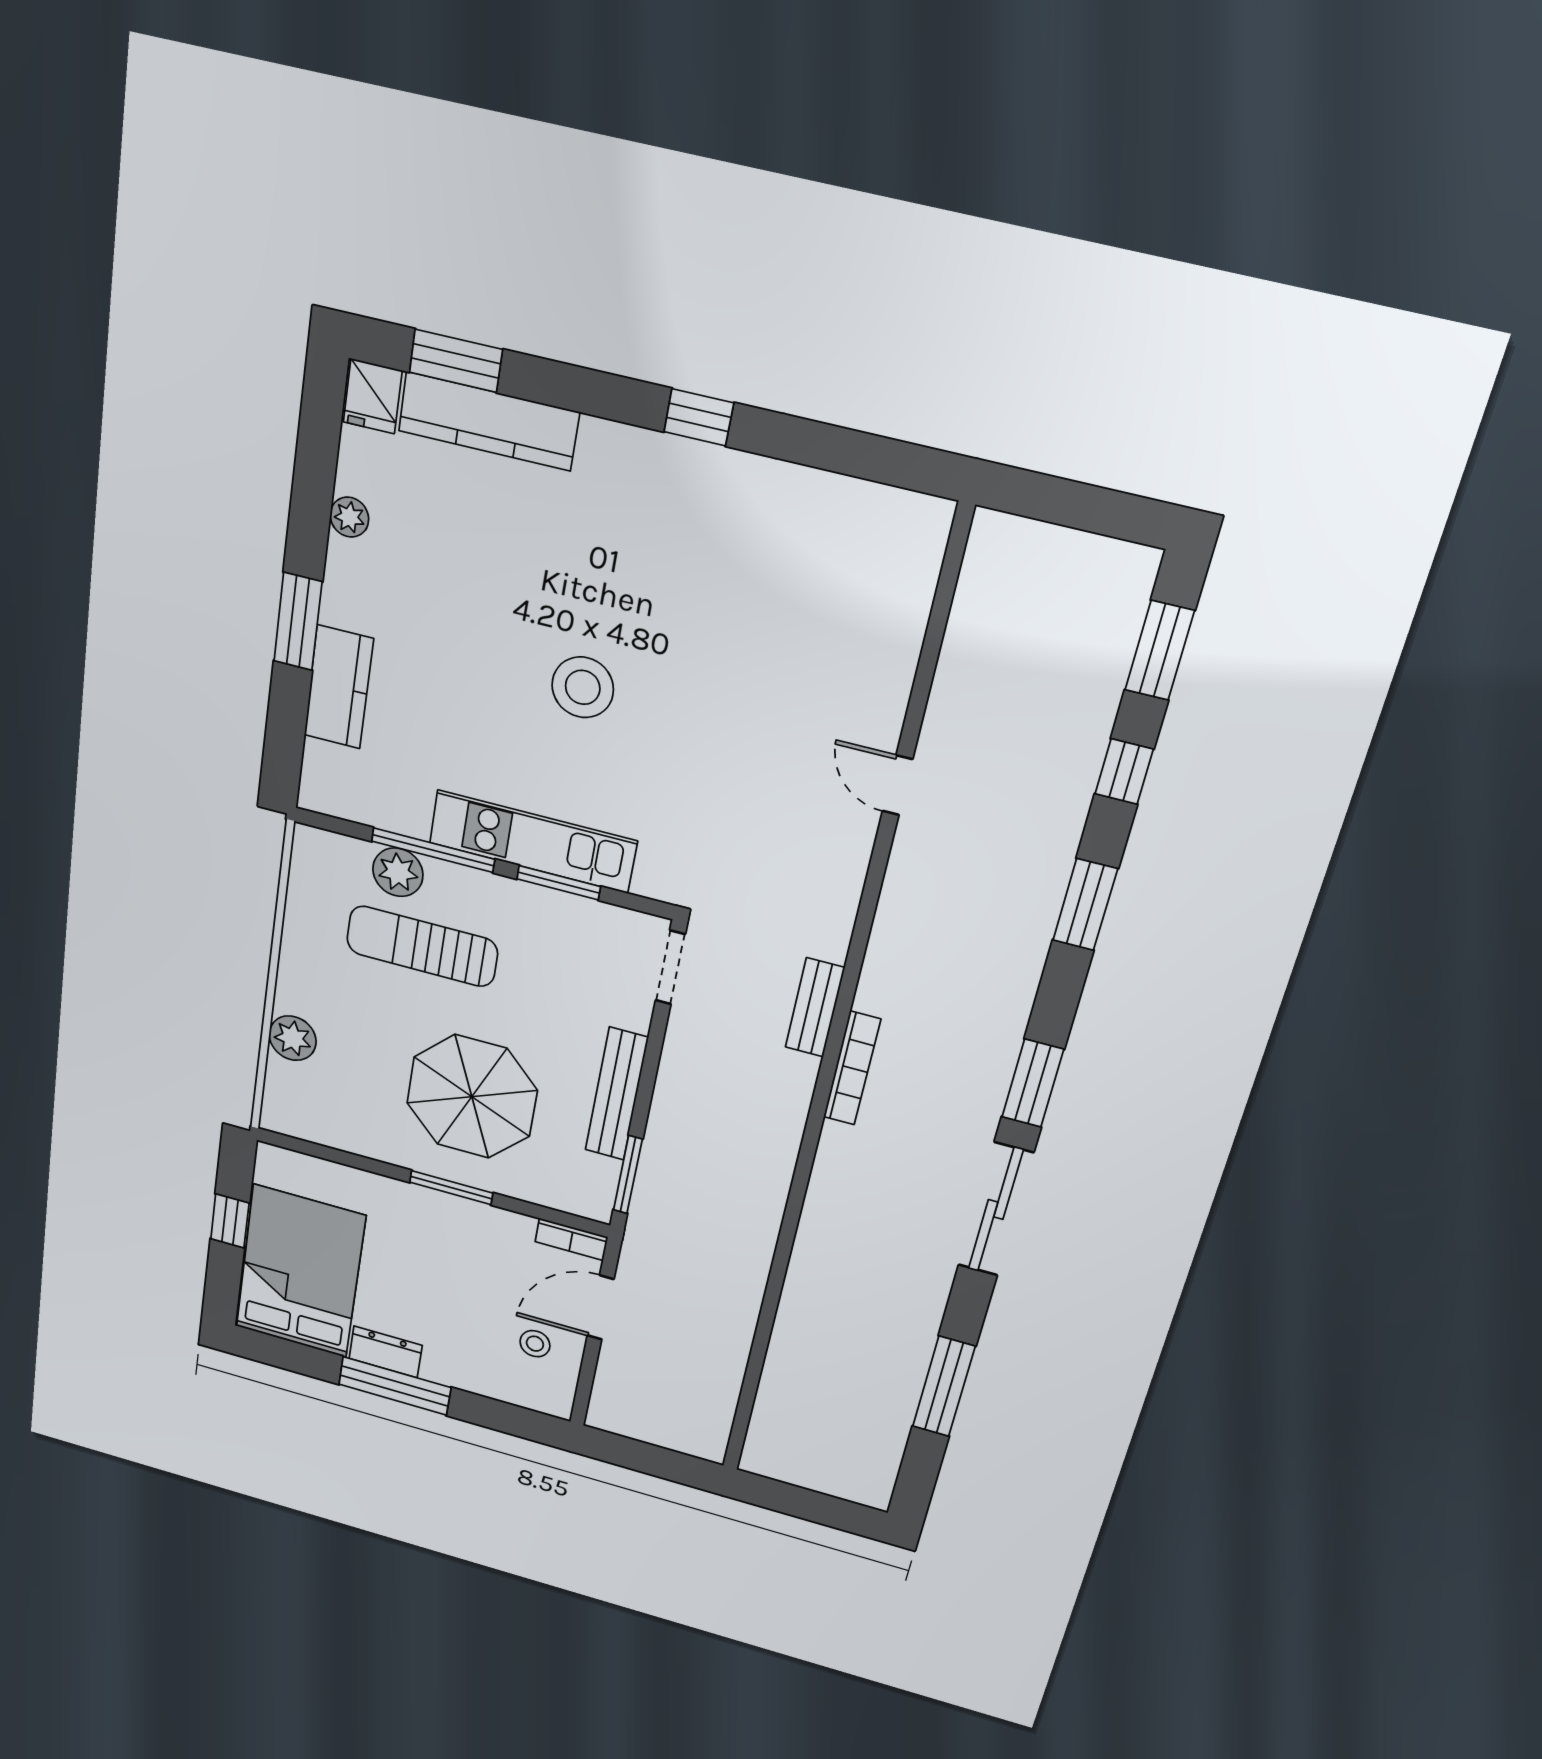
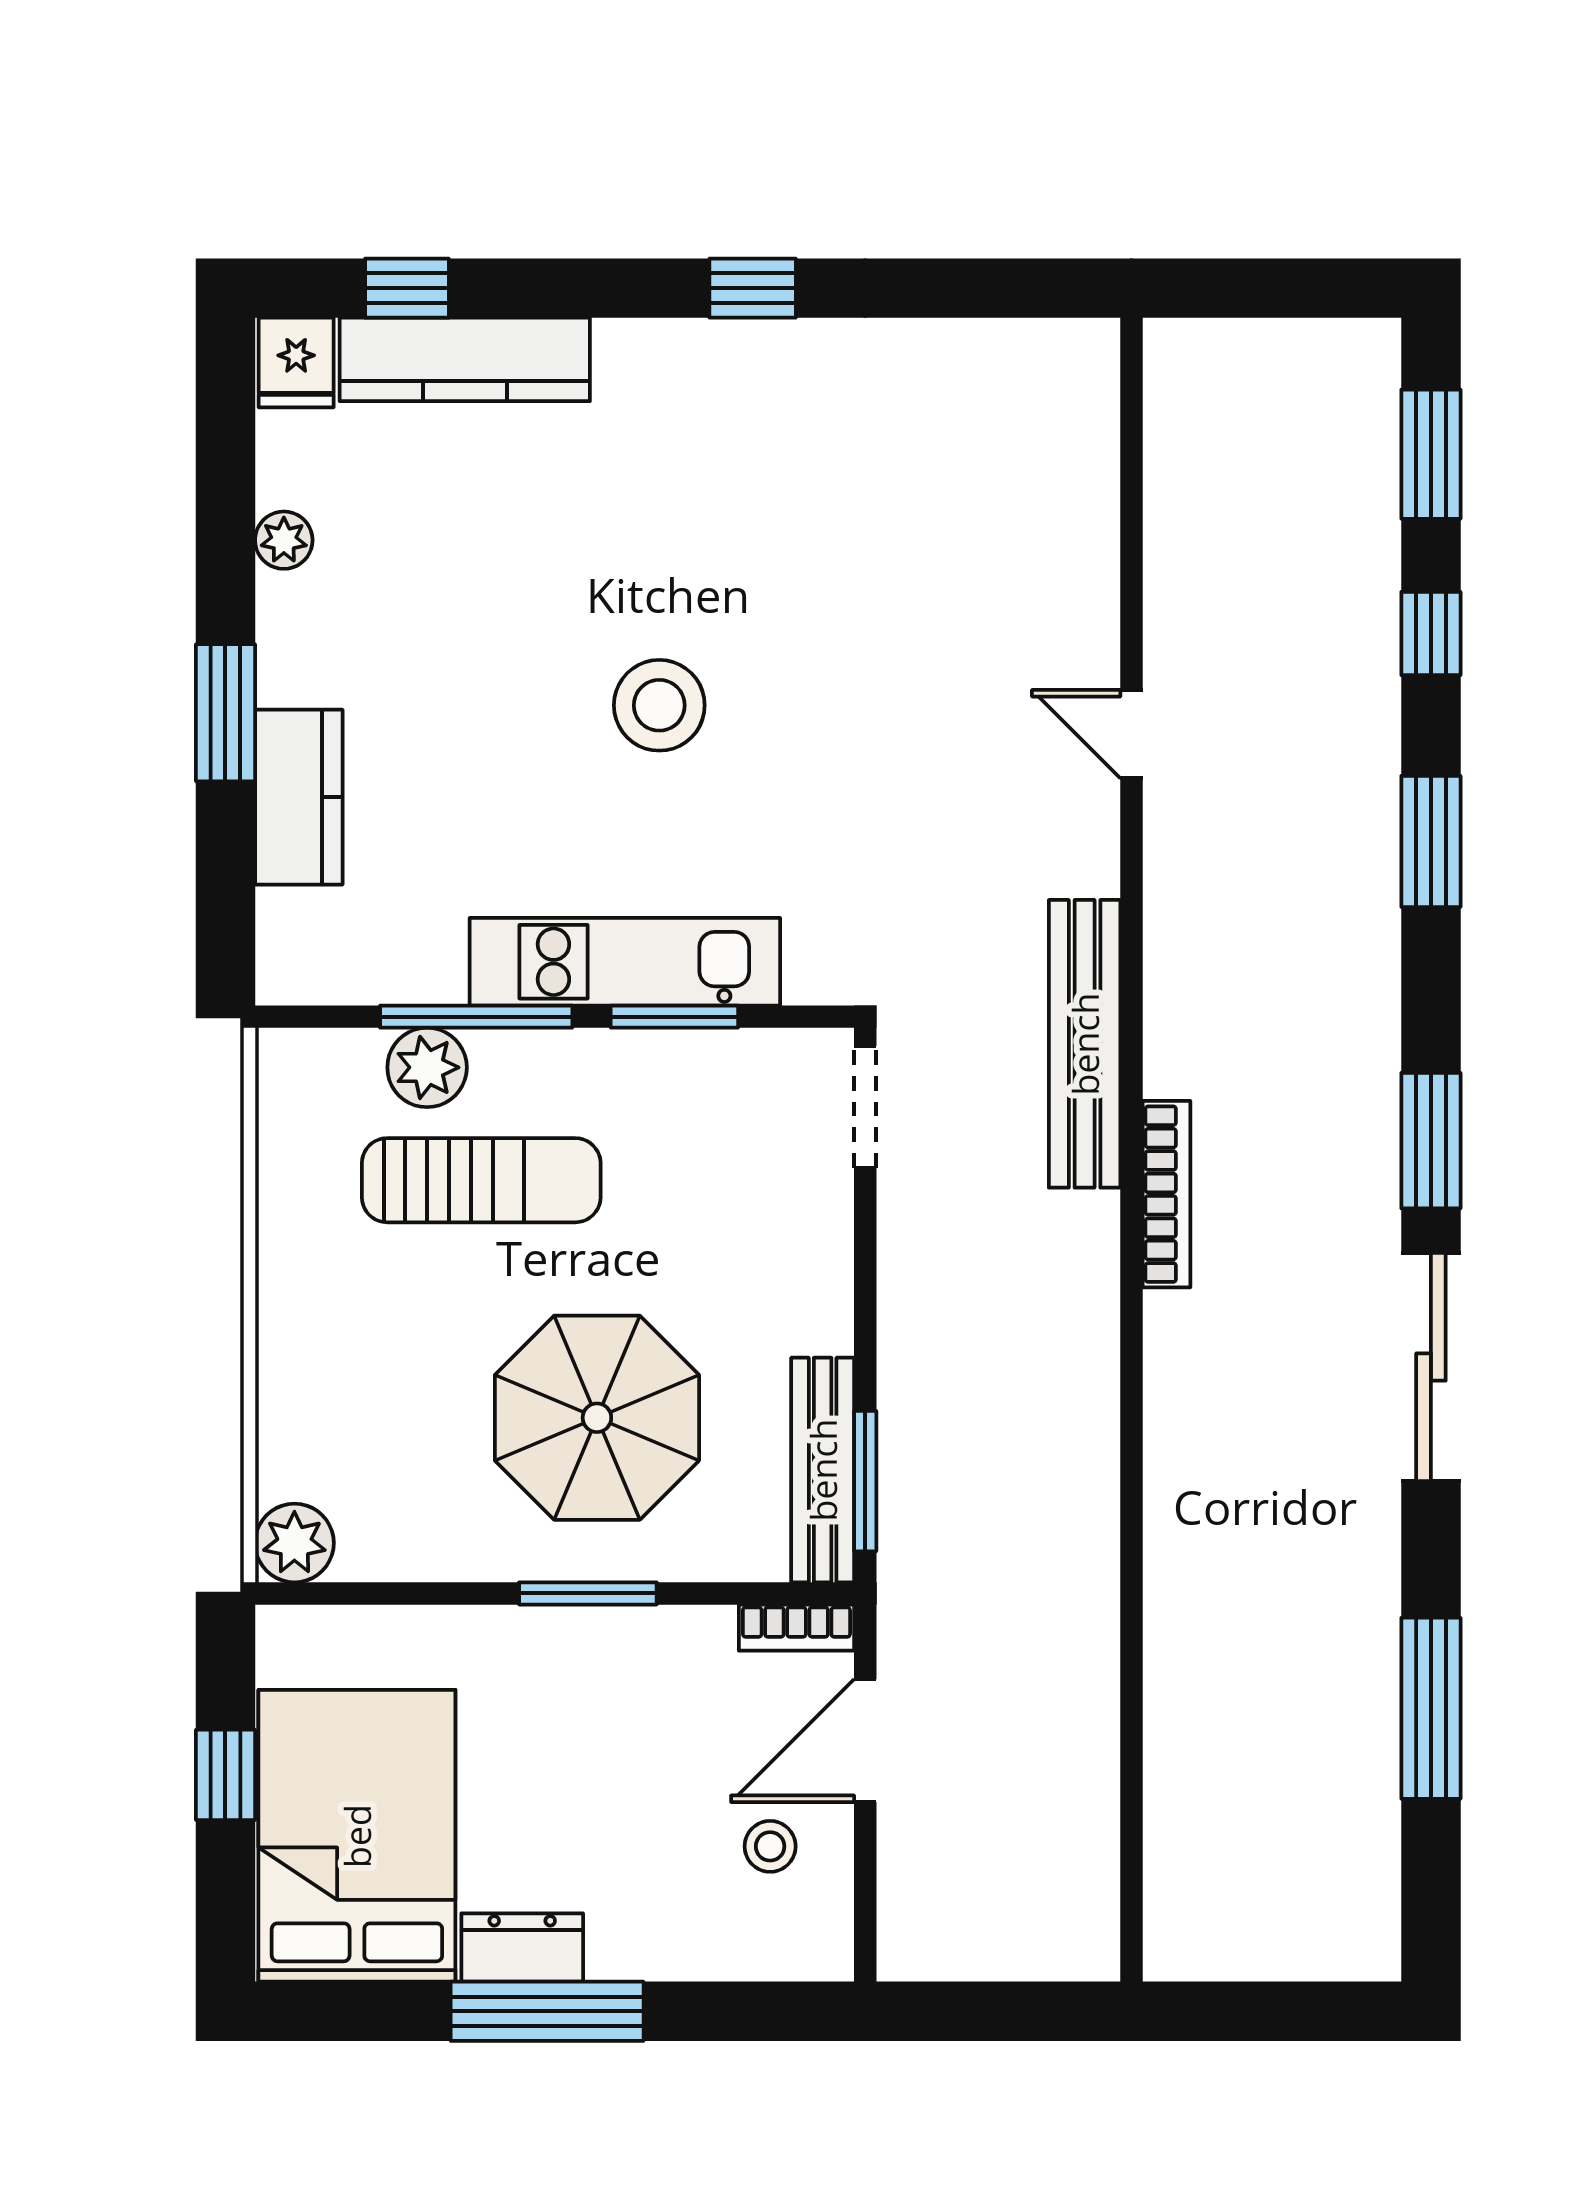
window: (456, 361) -> (407, 288), width x0.67
sun lounger: (422, 946) -> (481, 1180), turned 180
bench: (815, 1008) -> (1085, 1044), width x1.86, depth x1.21
plant: (293, 1038) -> (294, 1543), moved
bench: (617, 1094) -> (823, 1470), moved

